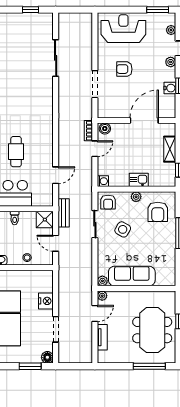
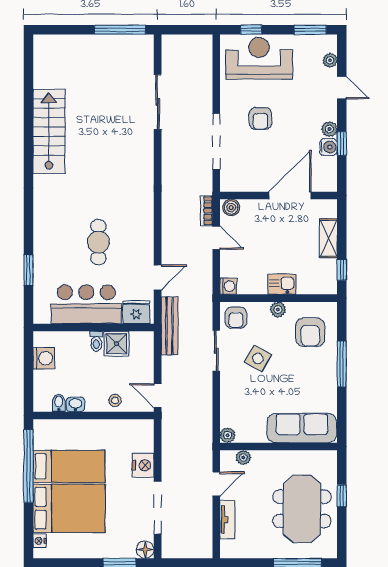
window: (30, 10) -> (120, 30), width x2.17
window: (118, 10) -> (251, 30), added
plant: (171, 62) -> (329, 129), moved
armchair: (124, 69) -> (260, 119), turned -90
doorway: (95, 84) -> (216, 141), width x1.36
door: (95, 149) -> (216, 238), hinge flipped
fridge: (41, 199) -> (136, 312), added
bench: (64, 213) -> (169, 326), width x1.36
shower: (45, 220) -> (117, 344), moved
door: (56, 243) -> (158, 396), moved
sofa: (132, 276) -> (302, 428), moved
plant: (102, 296) -> (243, 457), moved
doorway: (56, 329) -> (158, 508), width x1.36

